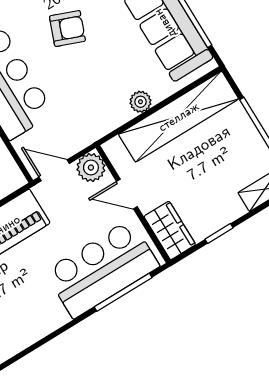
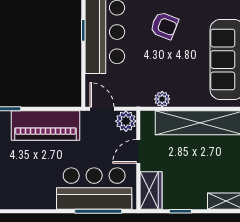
plant: (141, 102) -> (162, 99), moved
door: (127, 194) -> (138, 151), hinge flipped

